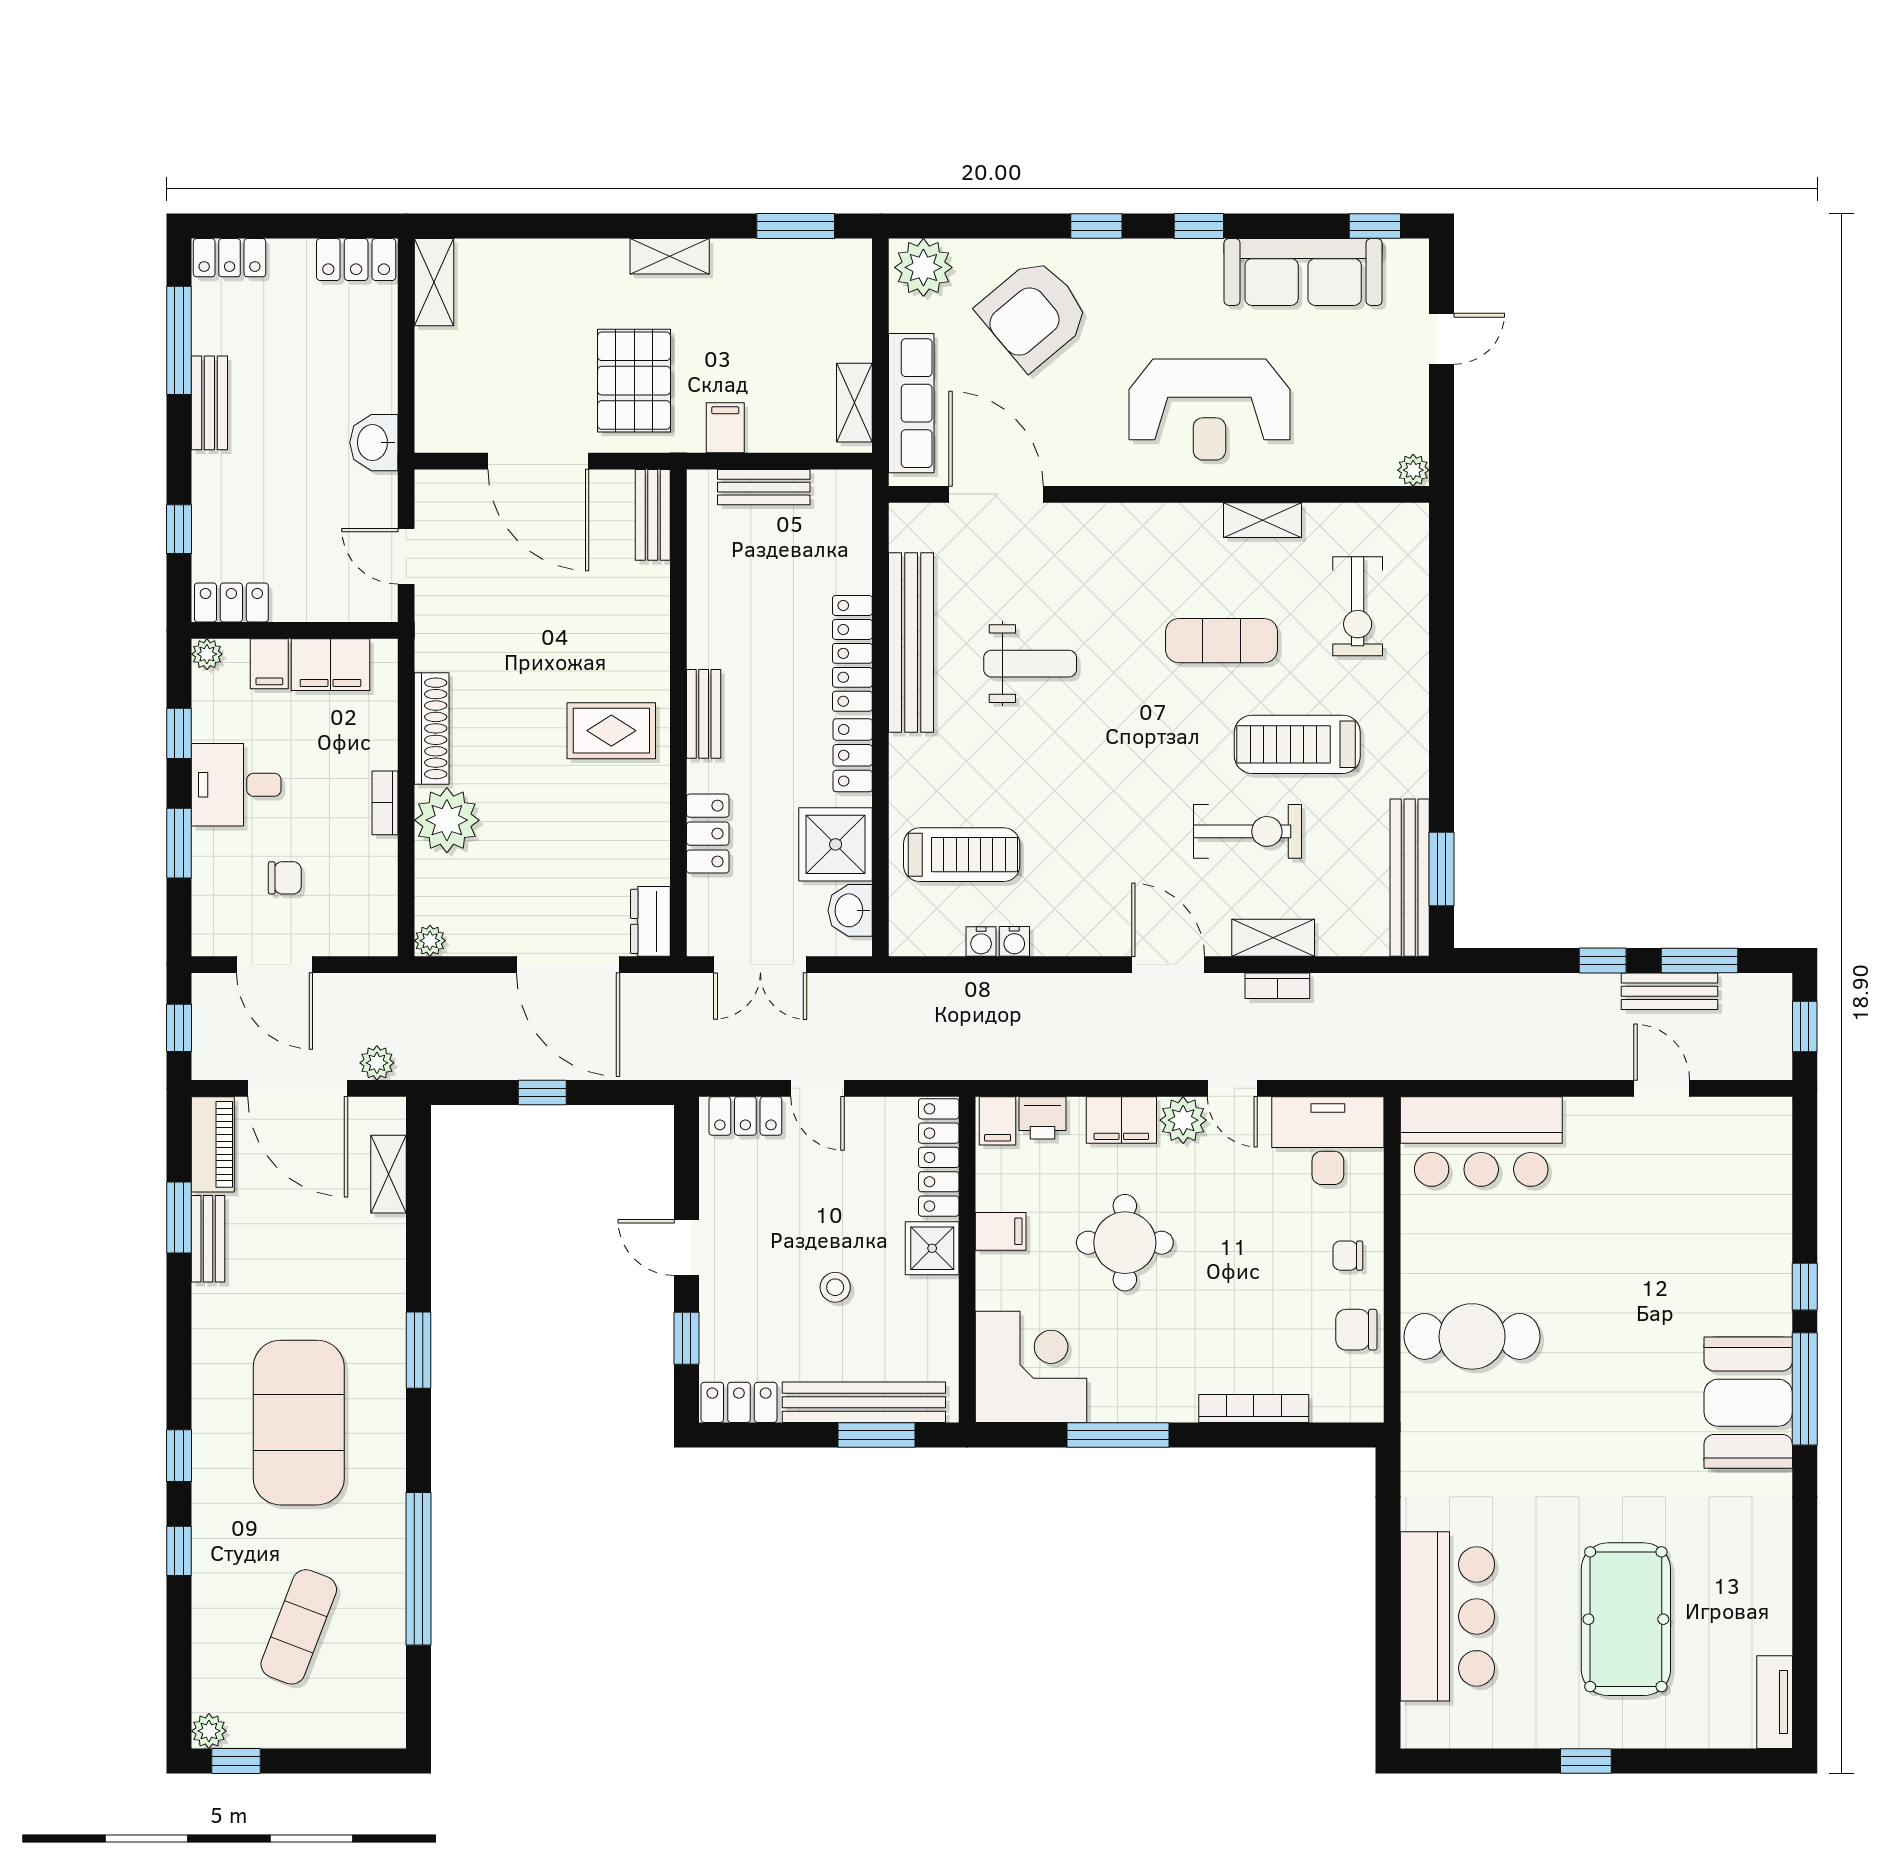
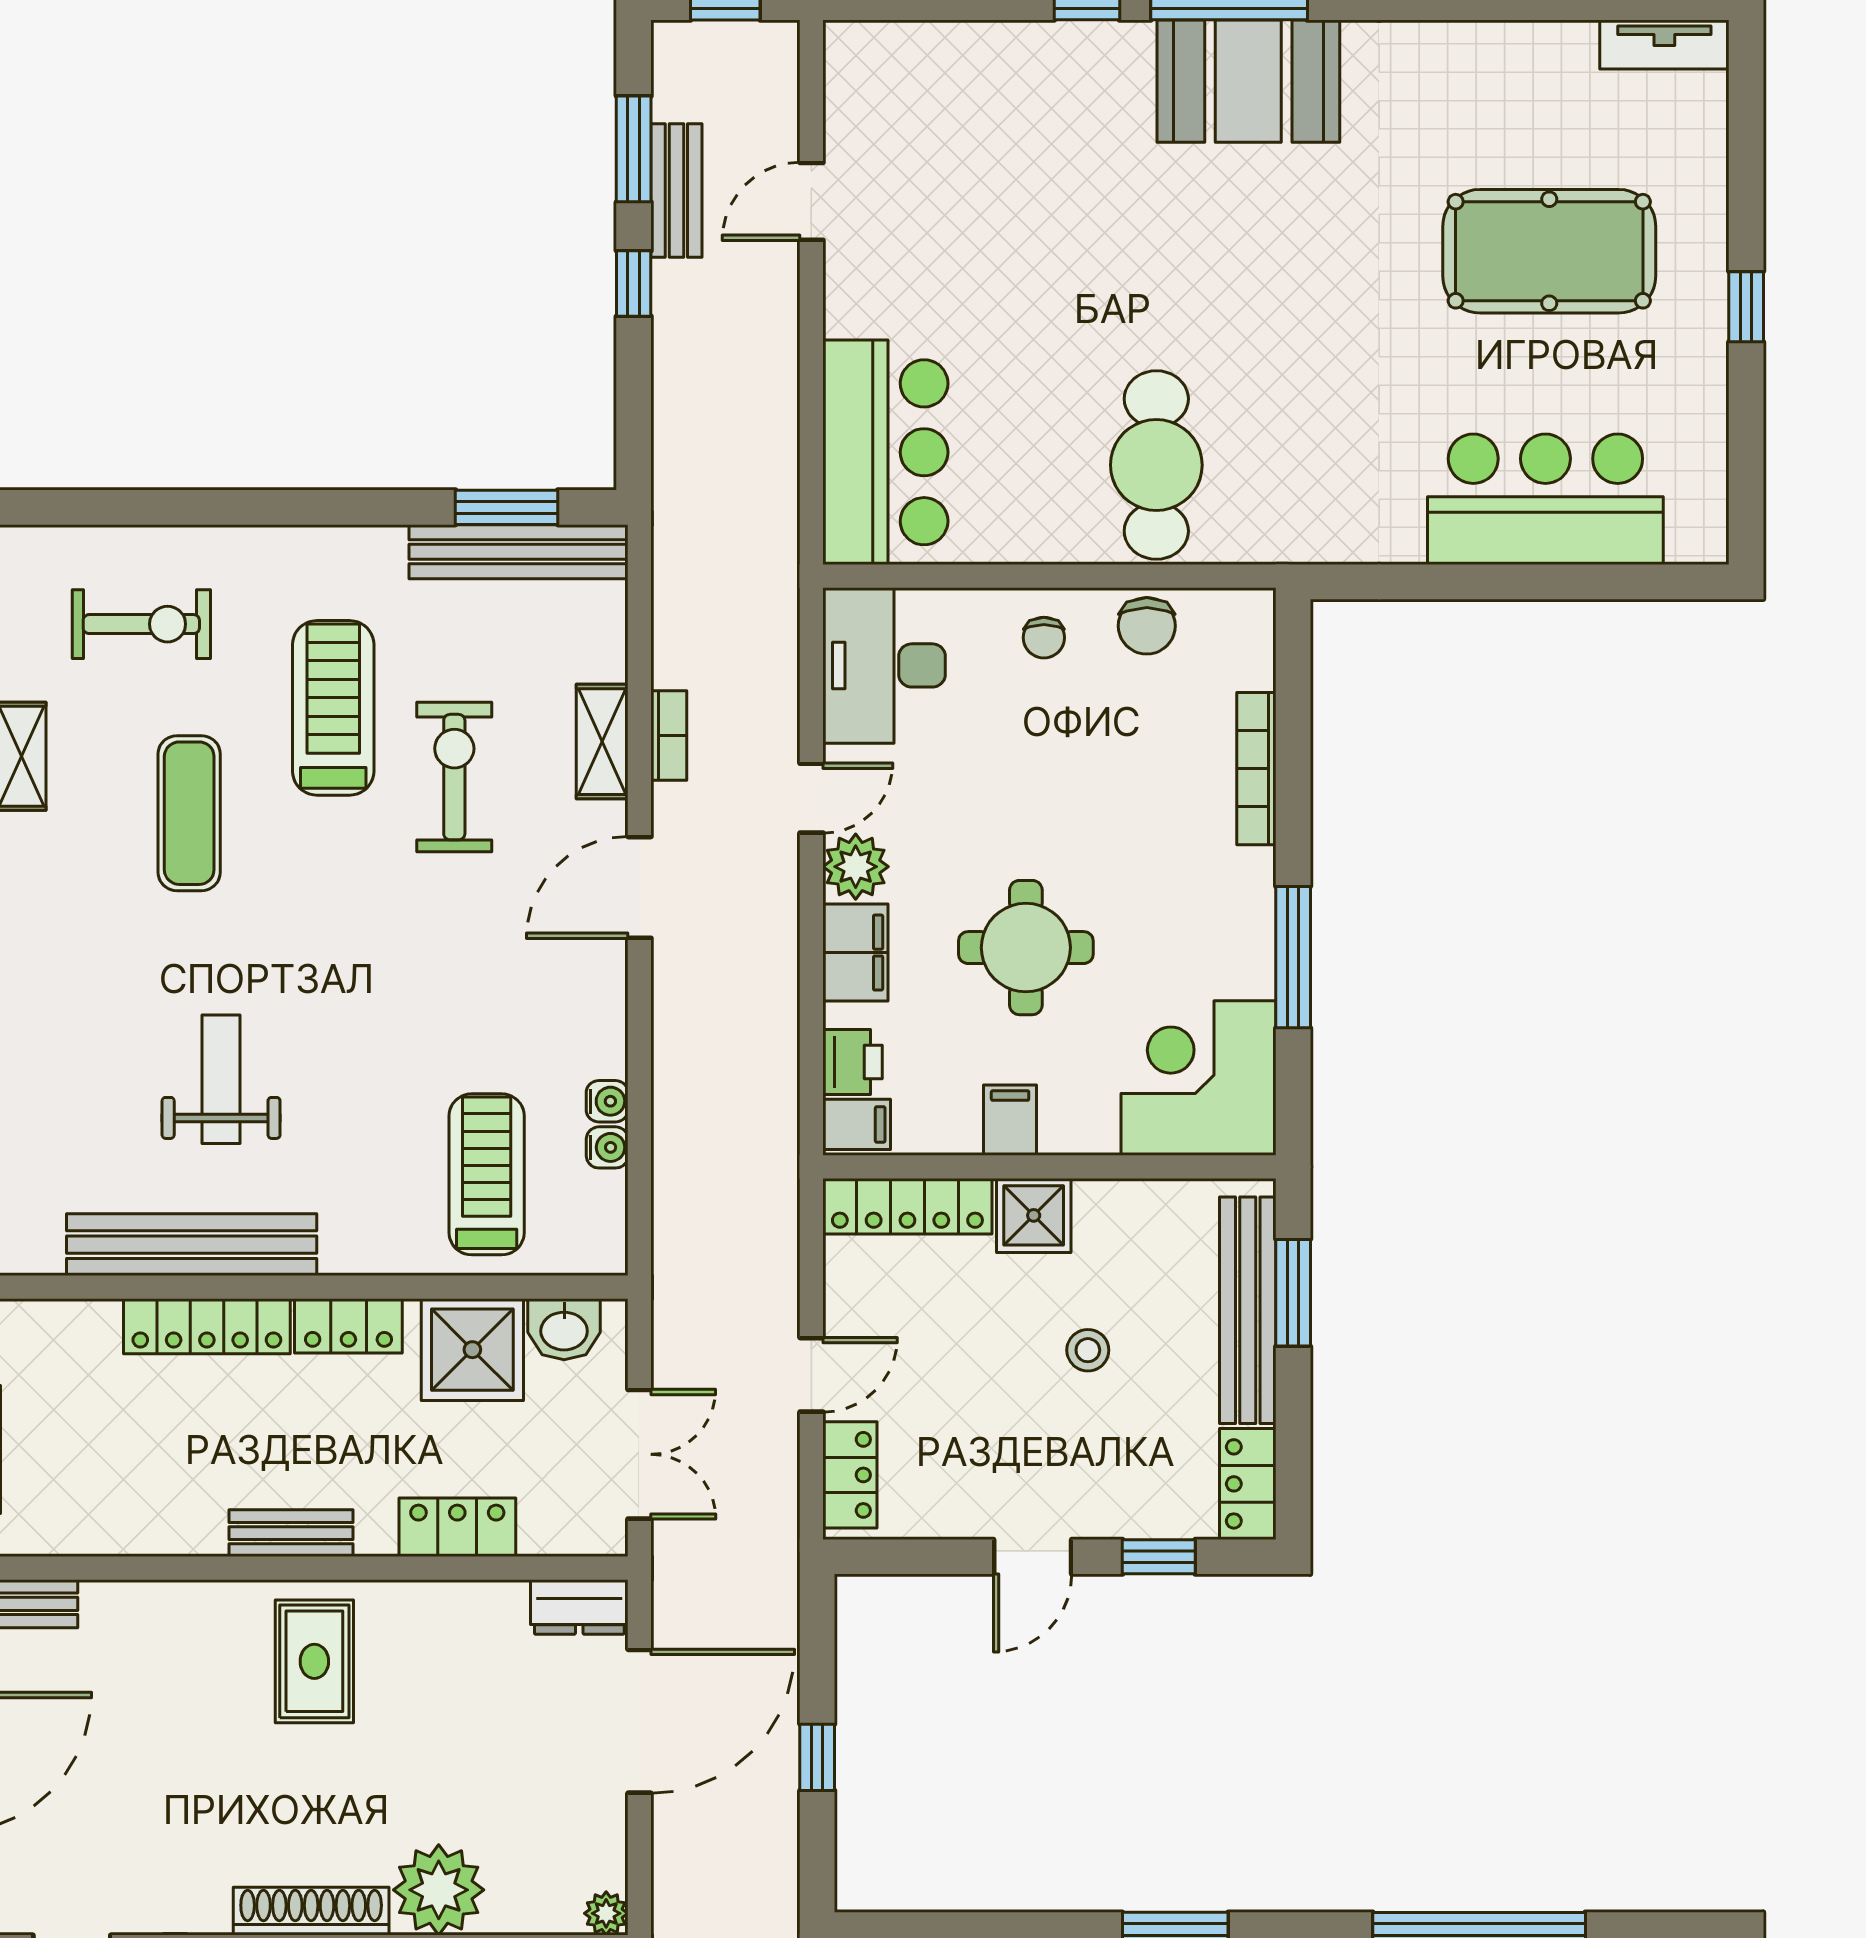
treadmill: (1297, 744) -> (333, 708), turned 180

